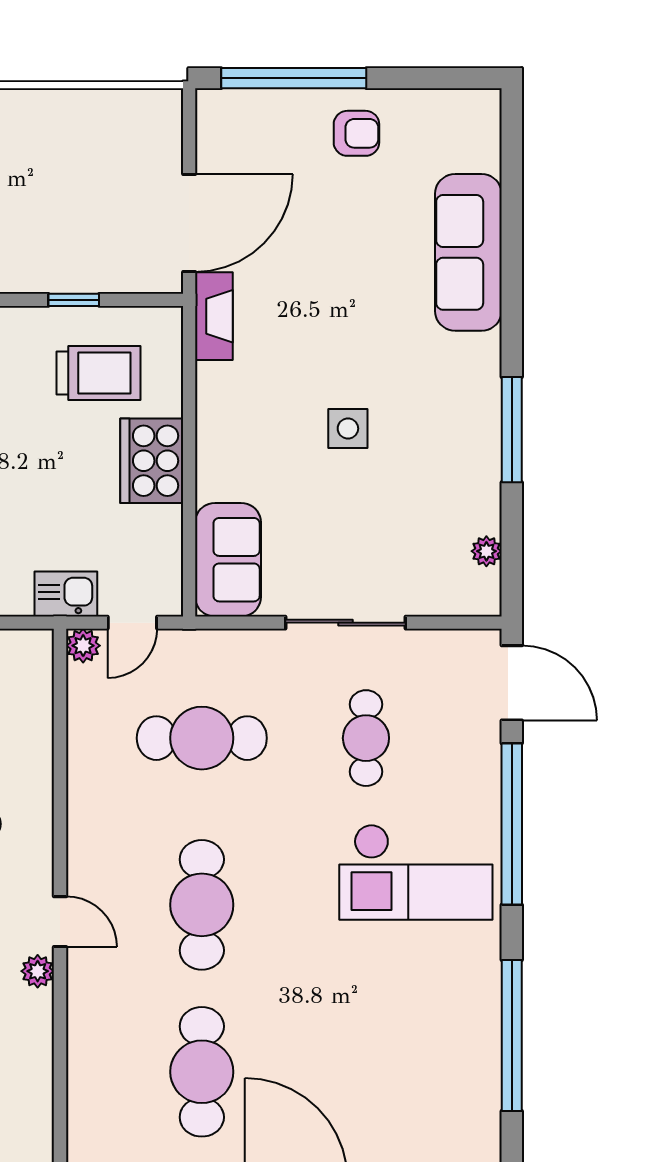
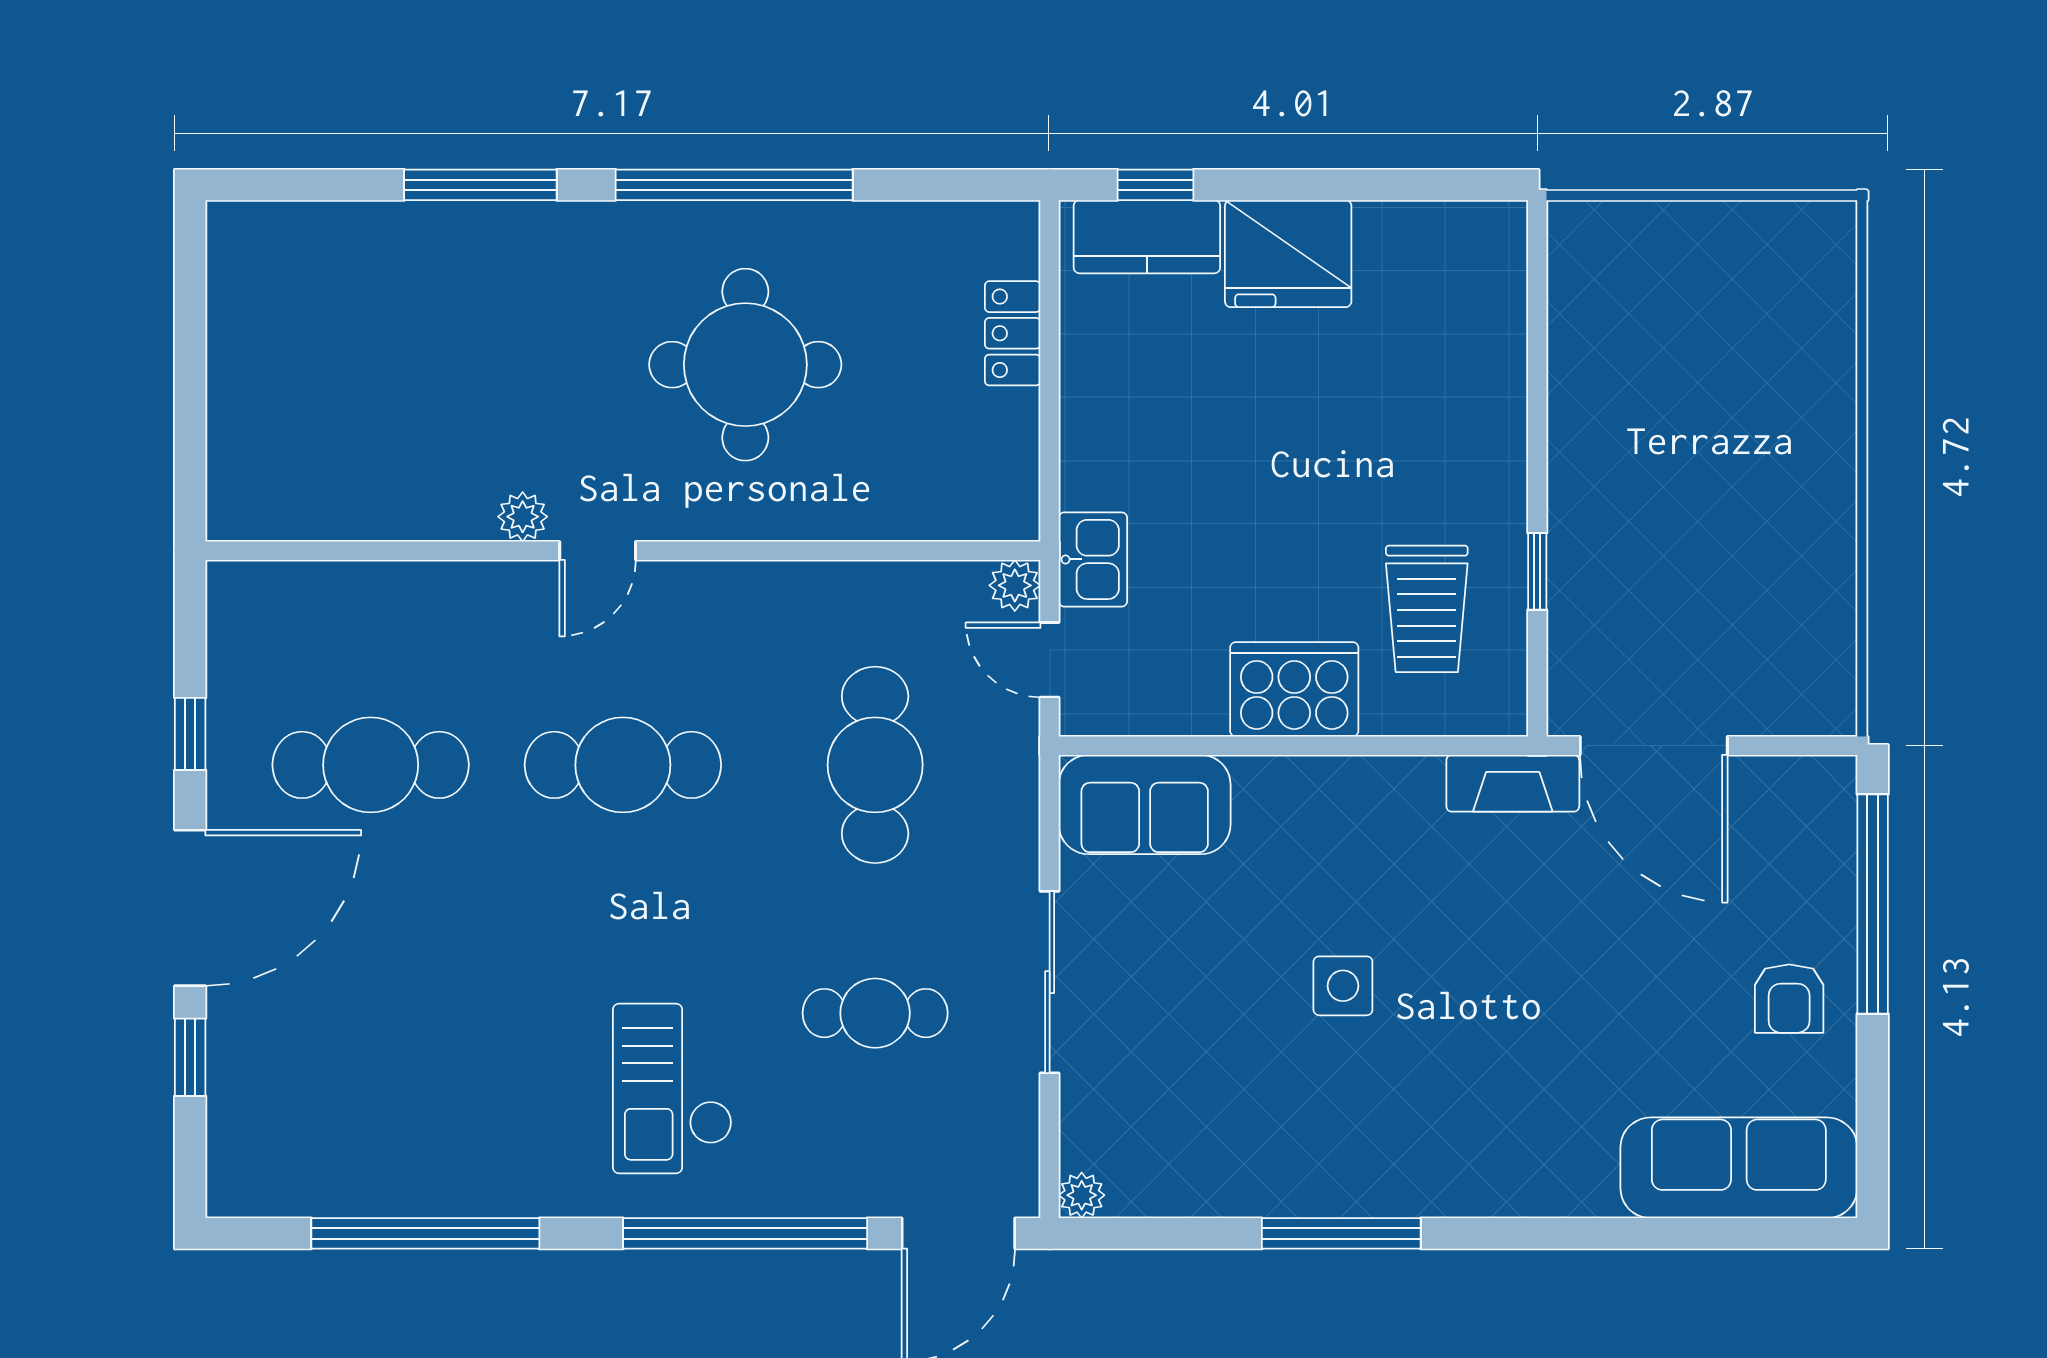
sofa: (468, 252) -> (1739, 1168), moved
plant: (486, 551) -> (1082, 1195), moved
checkout: (416, 872) -> (673, 1089), width x0.73, depth x0.83

